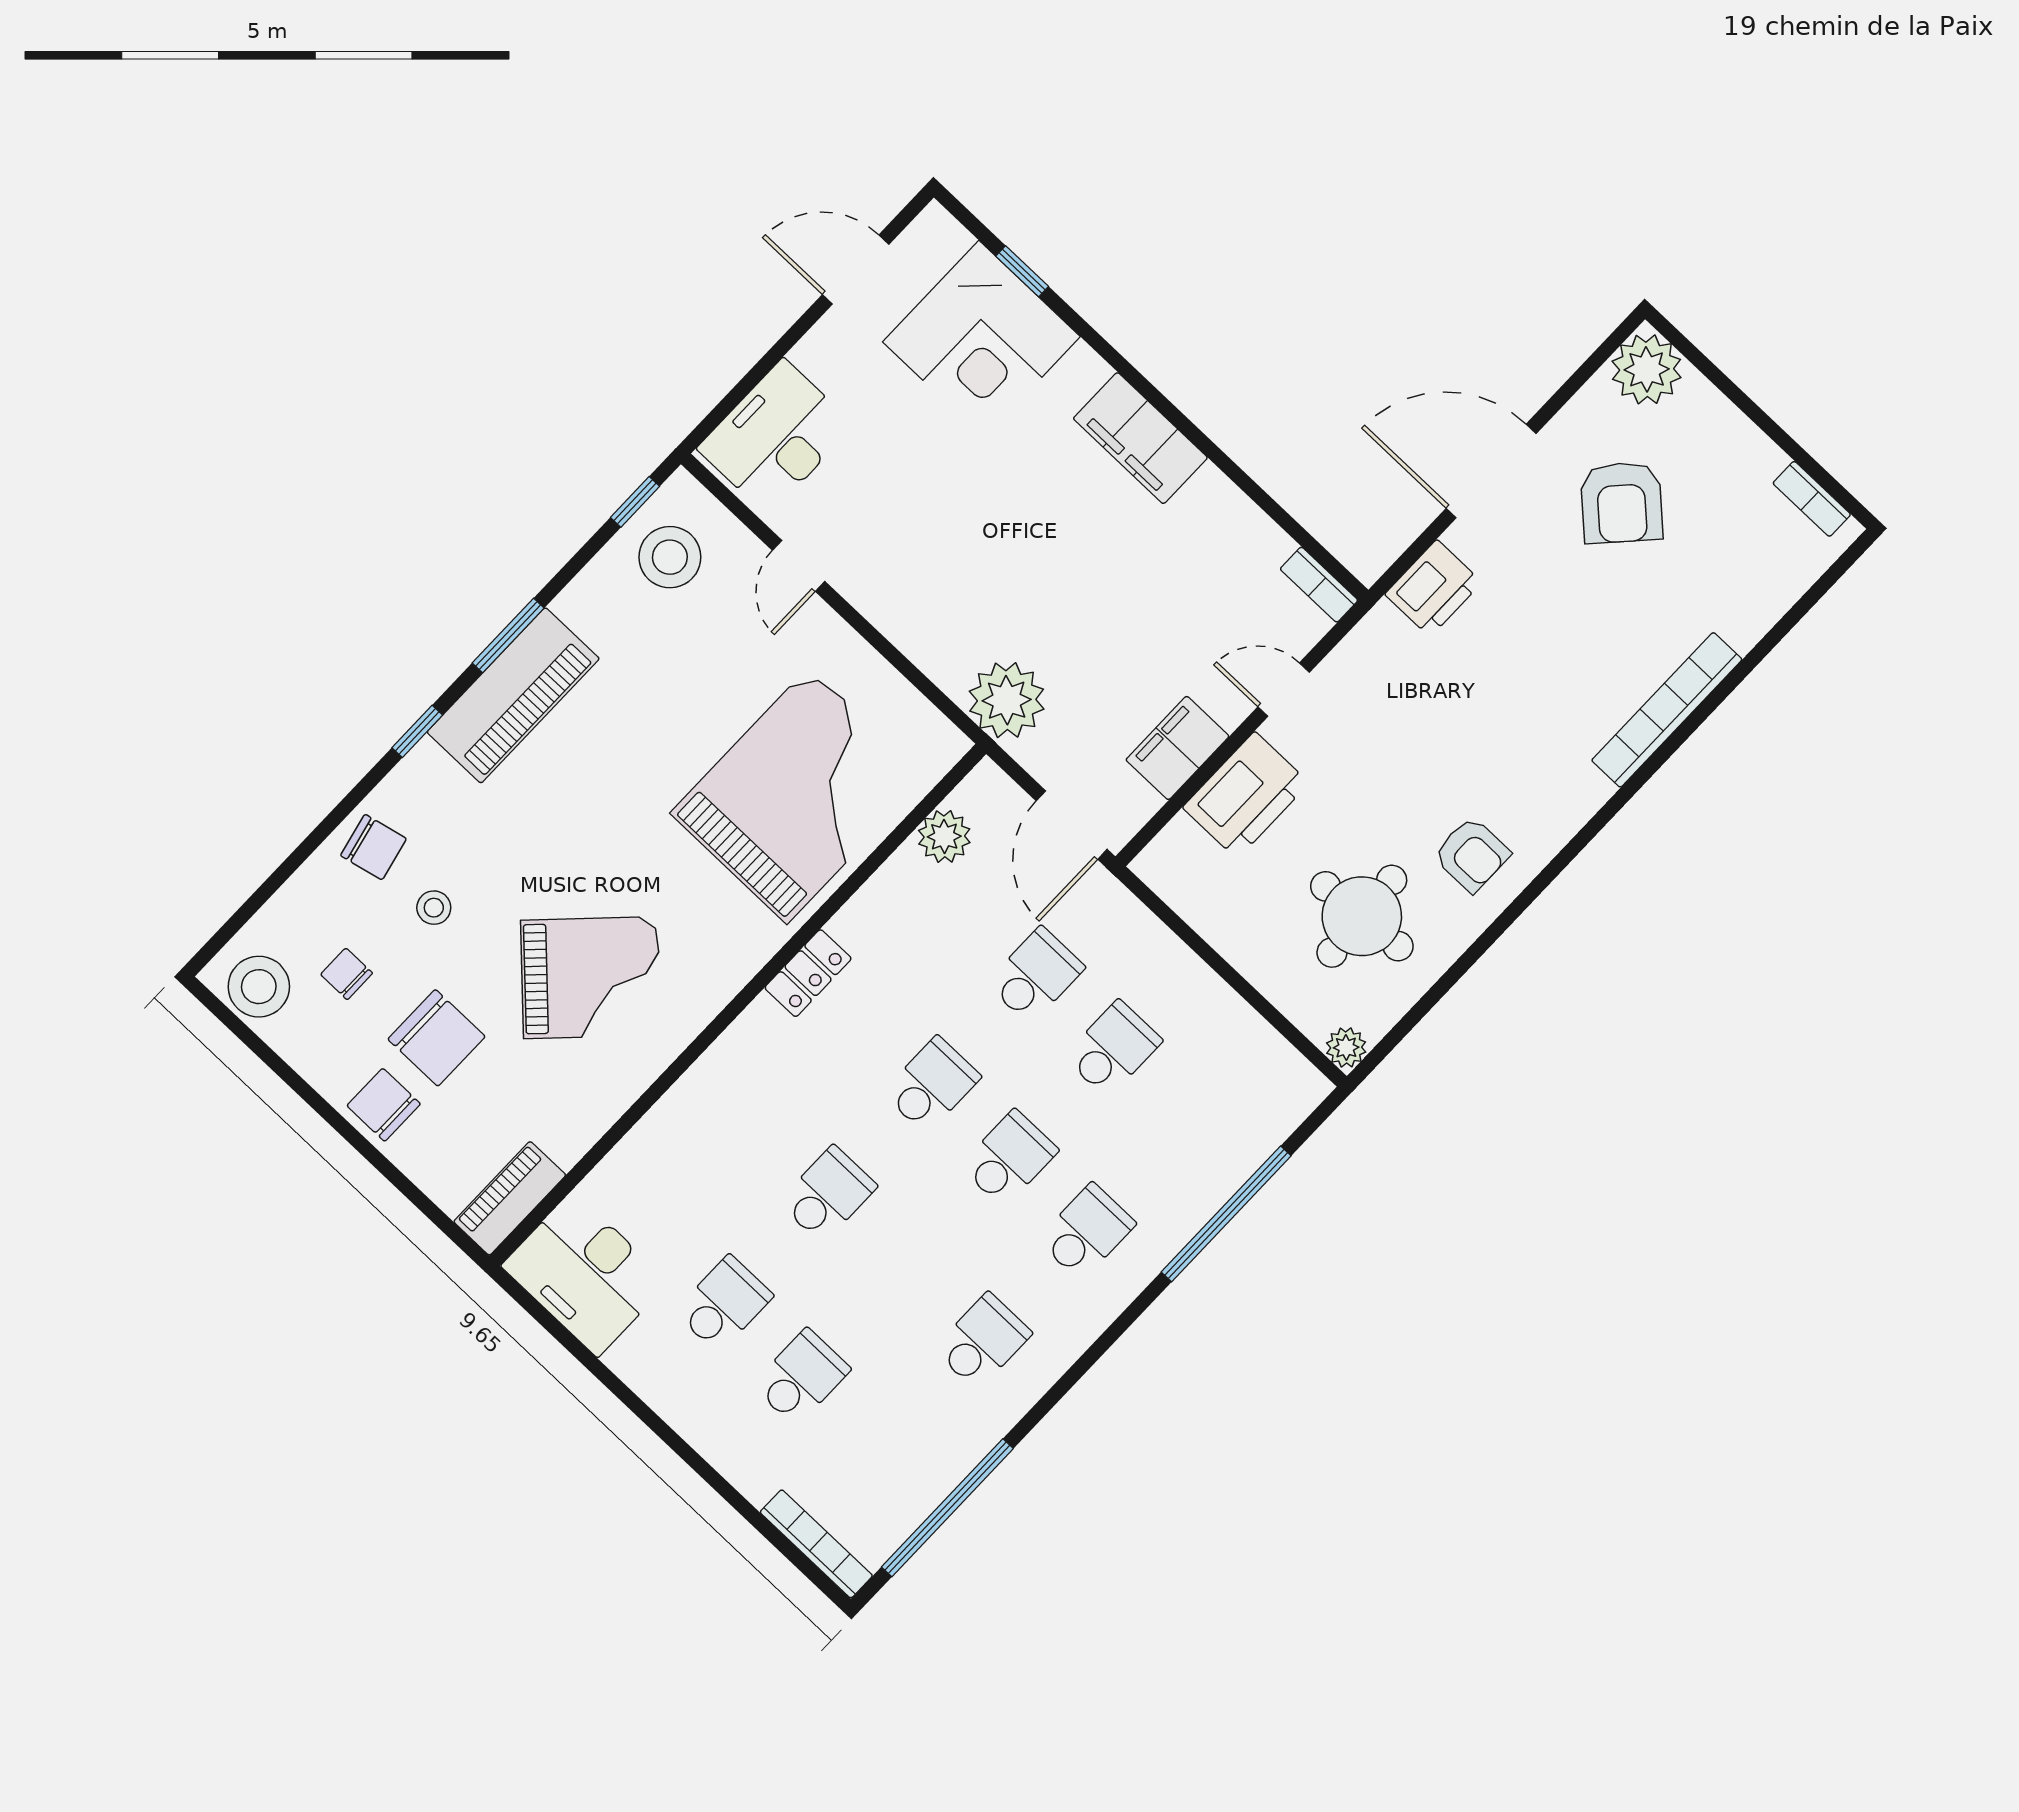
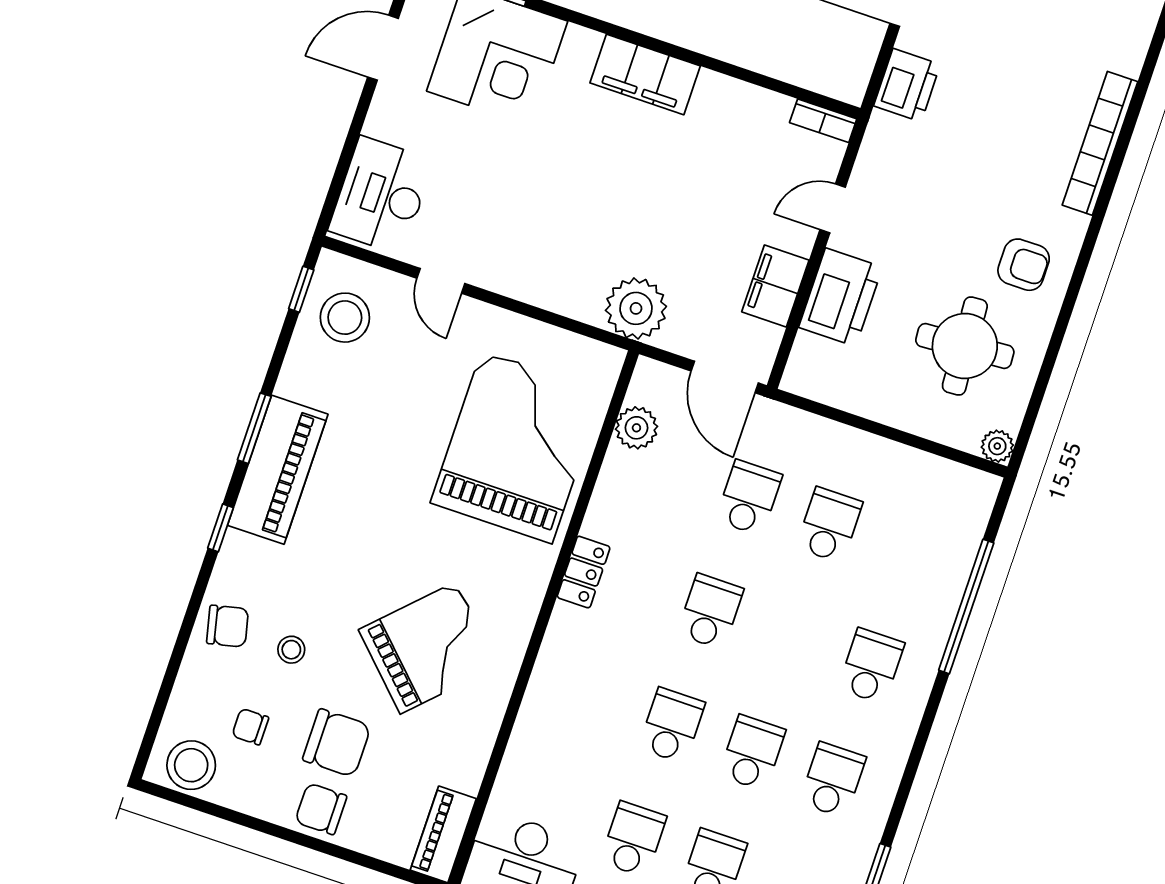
bookcase: (1667, 710) -> (1100, 143), moved
school desk: (1009, 1158) -> (752, 753), moved

